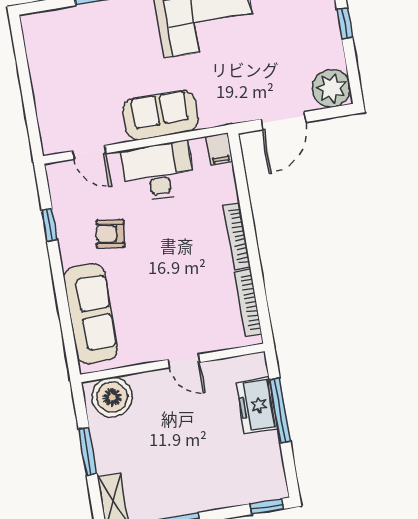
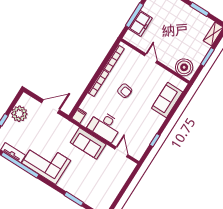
plant: (331, 88) -> (19, 114), moved
armchair: (110, 234) -> (125, 91), moved
sofa: (91, 314) -> (167, 100), width x0.73

